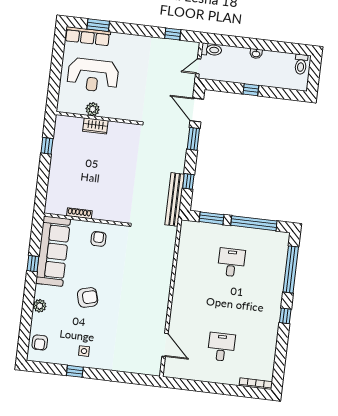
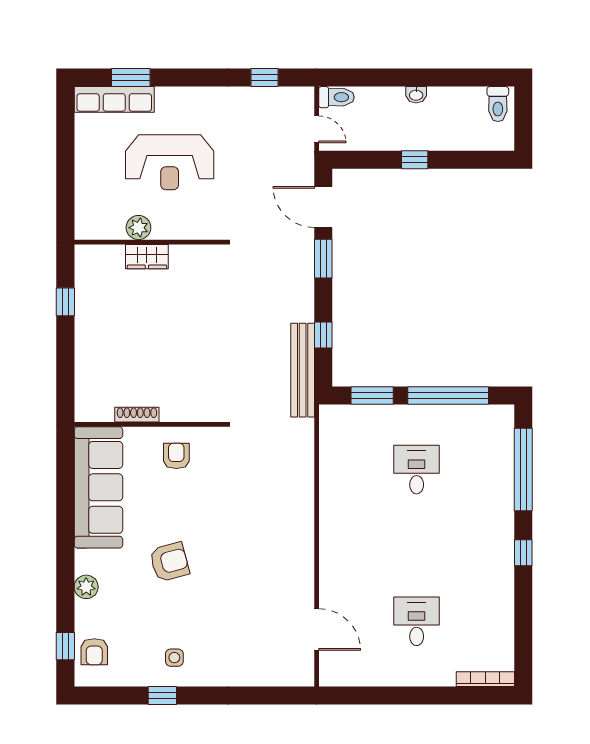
door: (198, 66) -> (317, 129), swing flipped
reception desk: (93, 75) -> (170, 162), moved
window: (33, 264) -> (65, 646), moved

